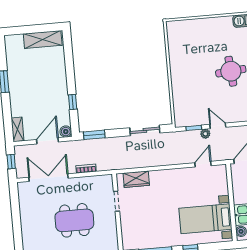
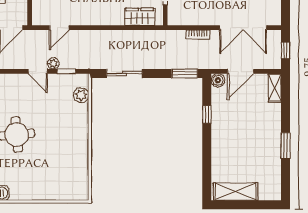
plant: (180, 109) -> (81, 95), added

